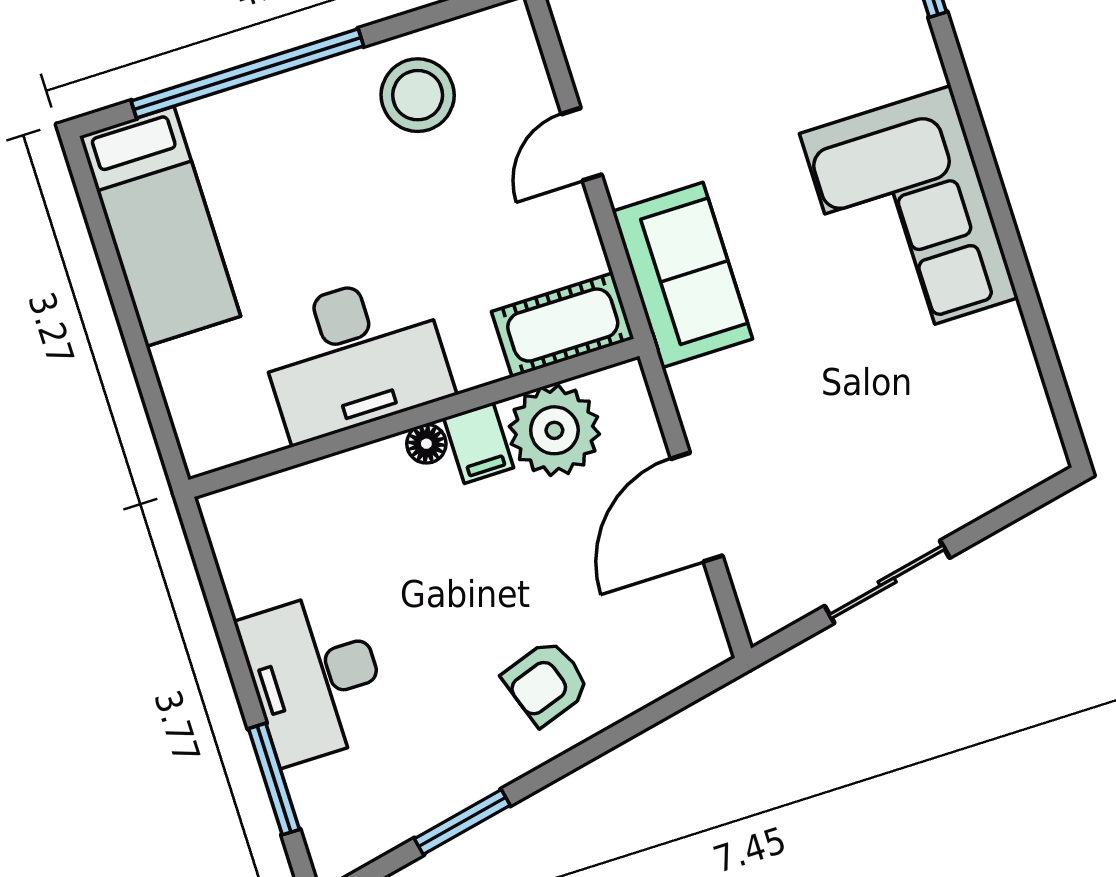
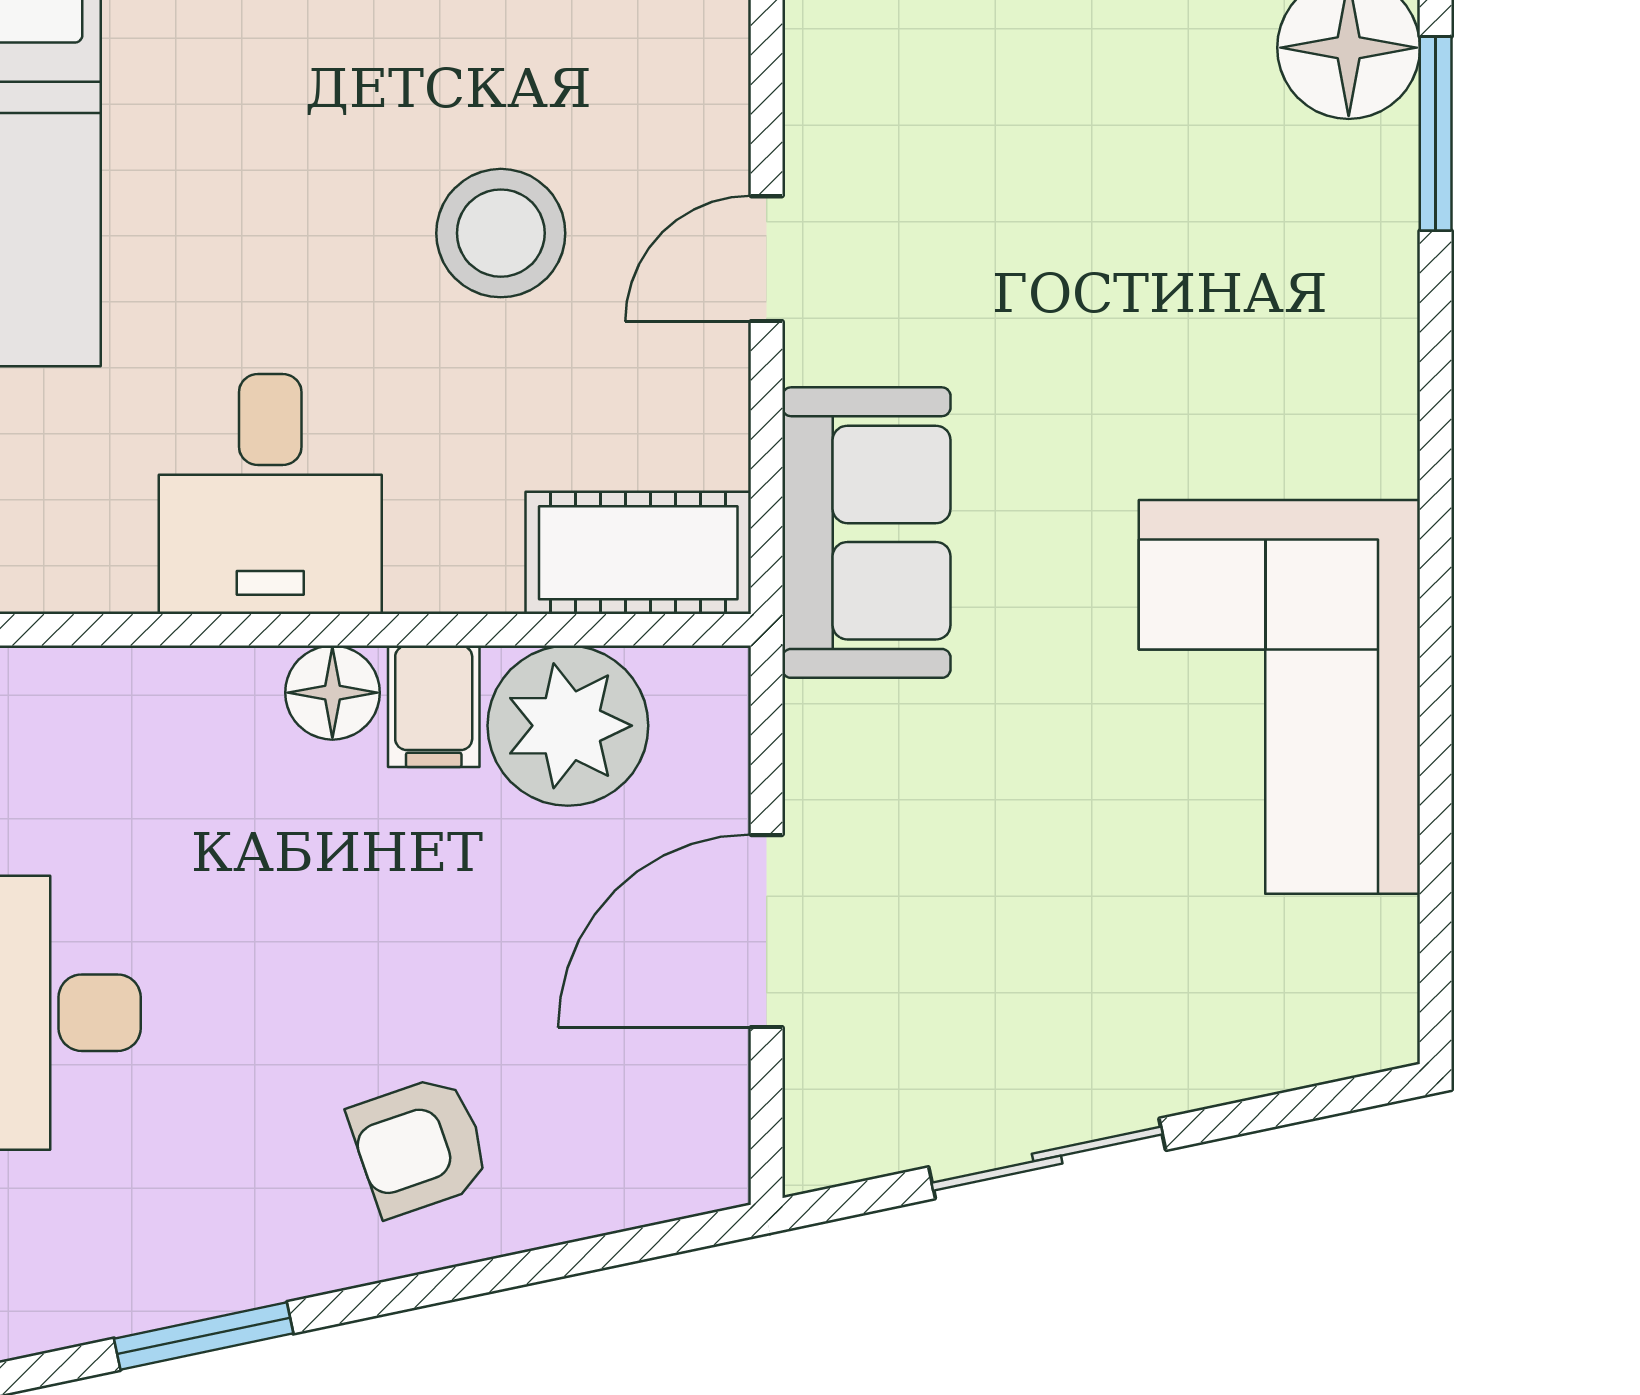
stool: (418, 95) -> (501, 233), moved
corner sofa: (909, 216) -> (1279, 697), moved
desk: (354, 356) -> (270, 494), width x0.73
floor lamp: (426, 444) -> (332, 693), width x1.37, depth x1.37

